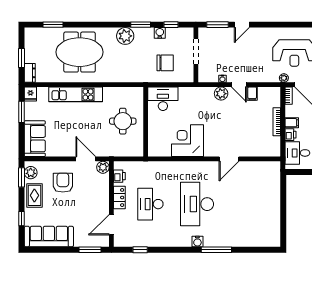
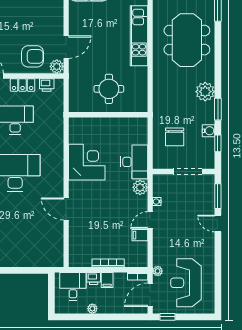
plant: (221, 94) -> (140, 187), moved
desk: (163, 99) -> (134, 162), moved
armchair: (63, 183) -> (33, 56), moved

